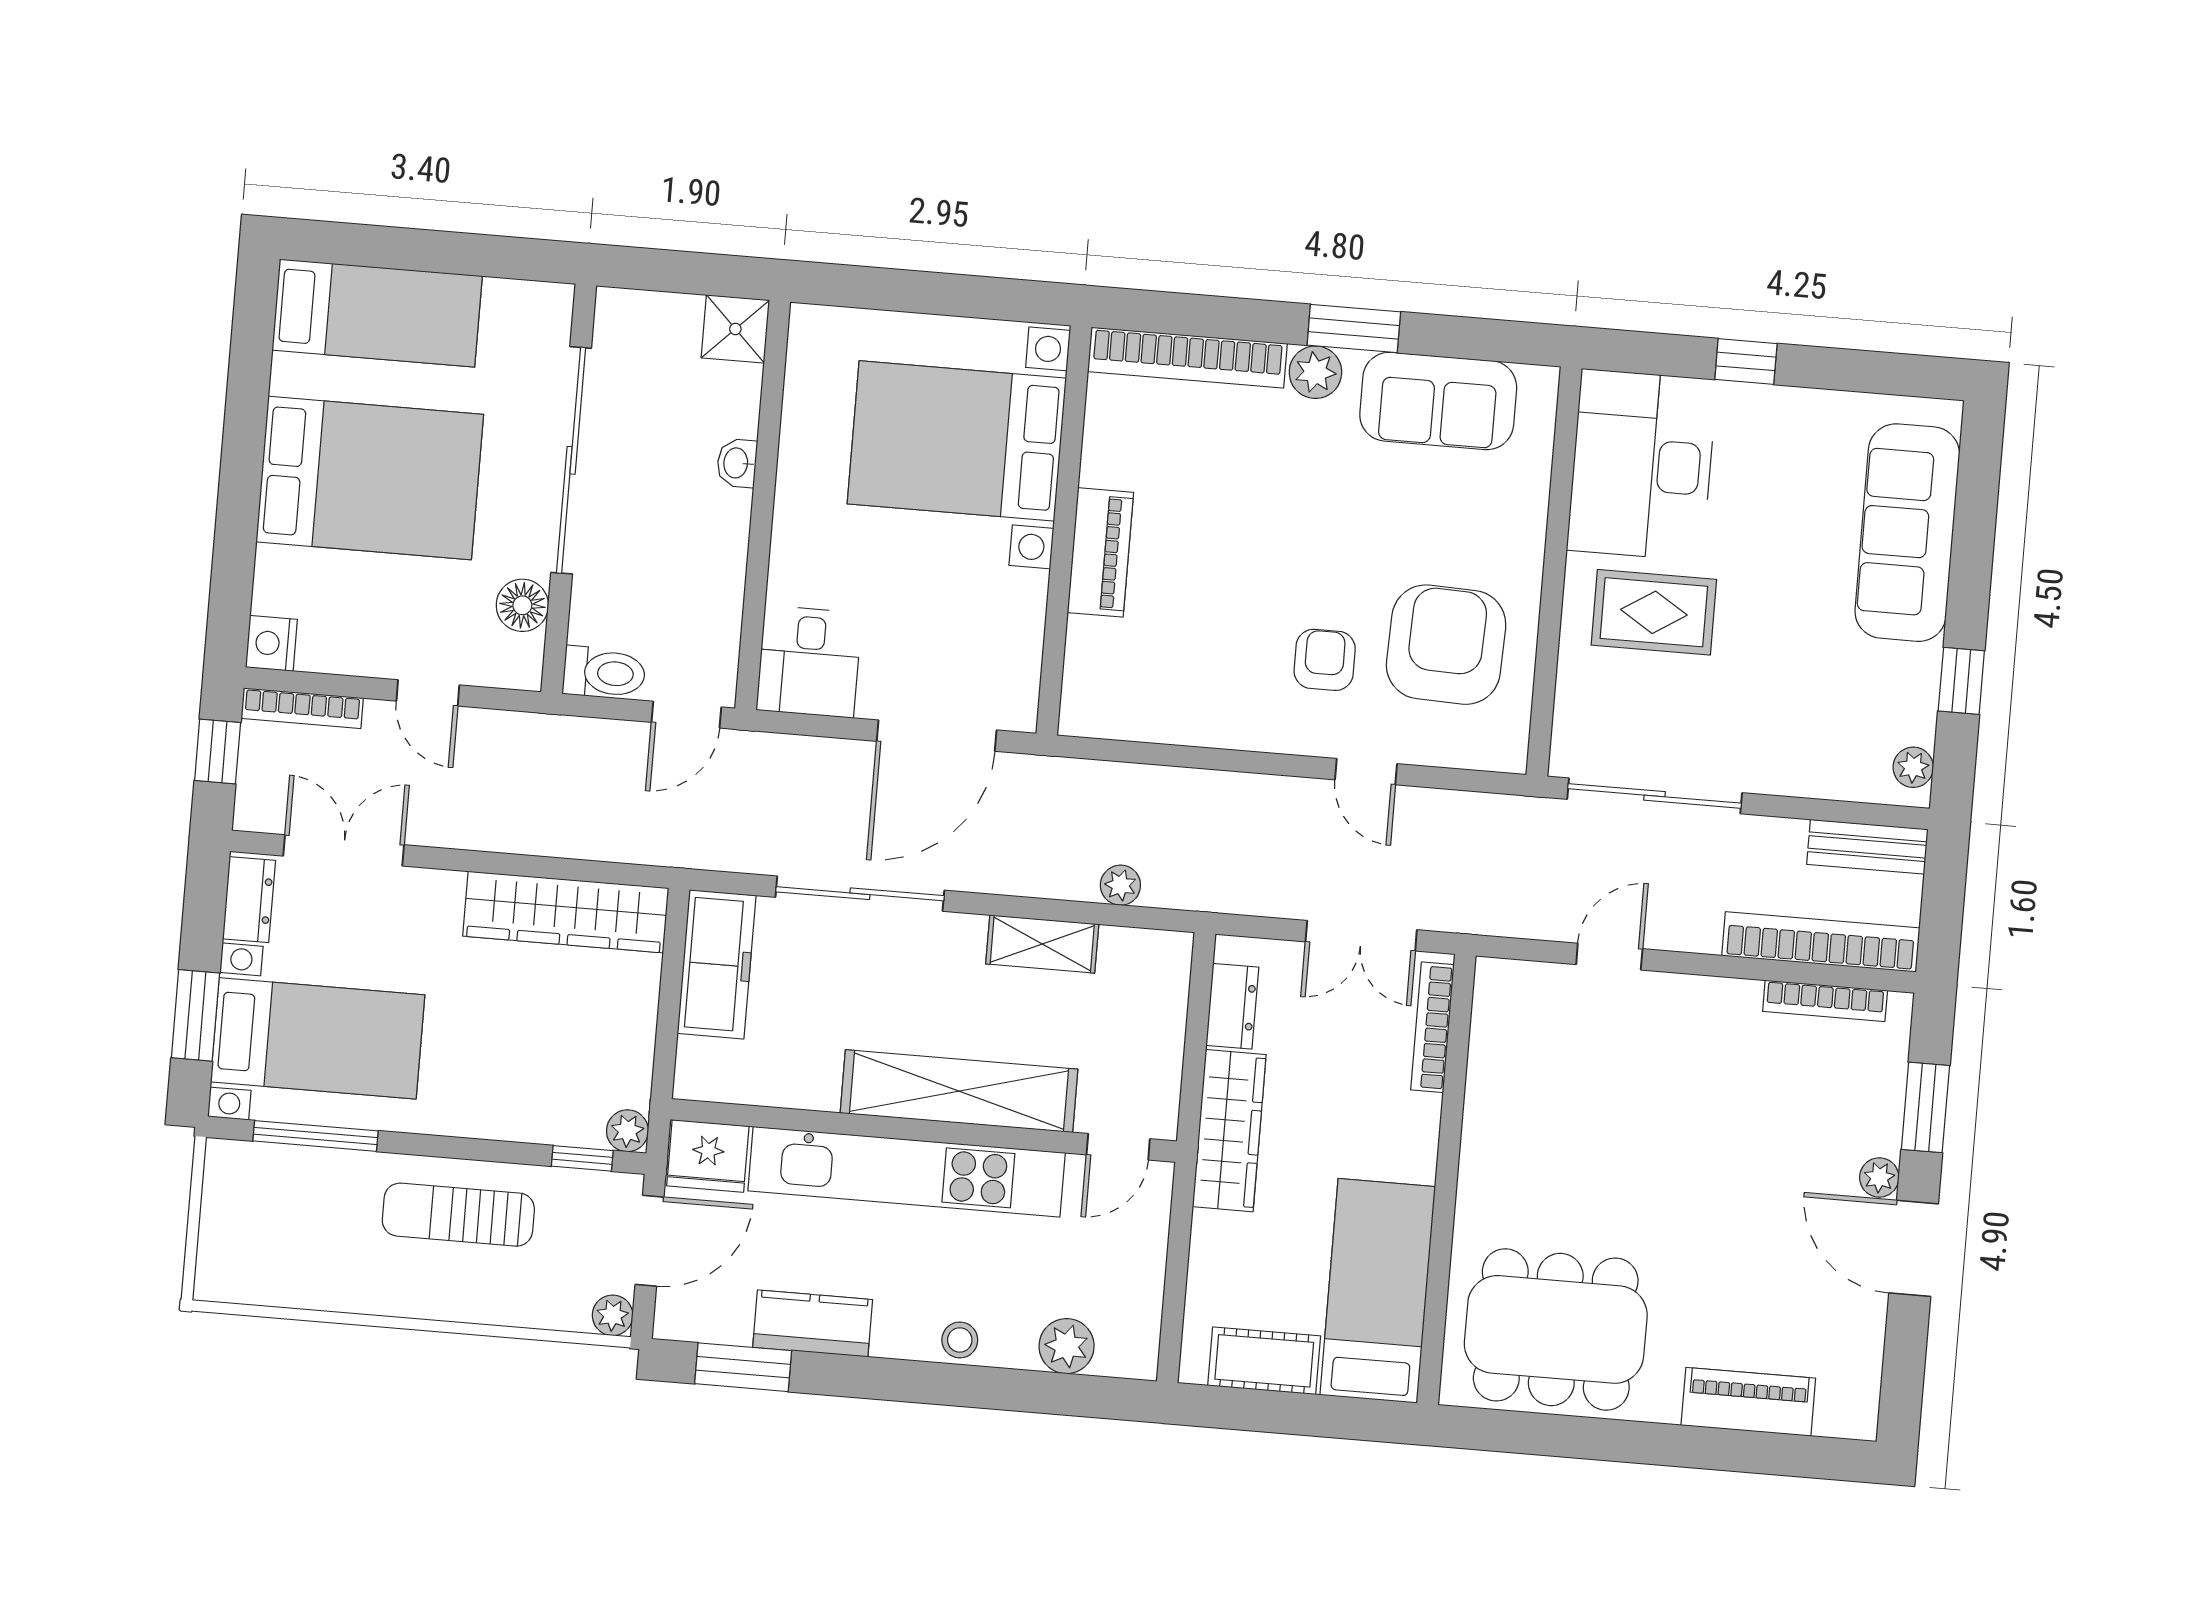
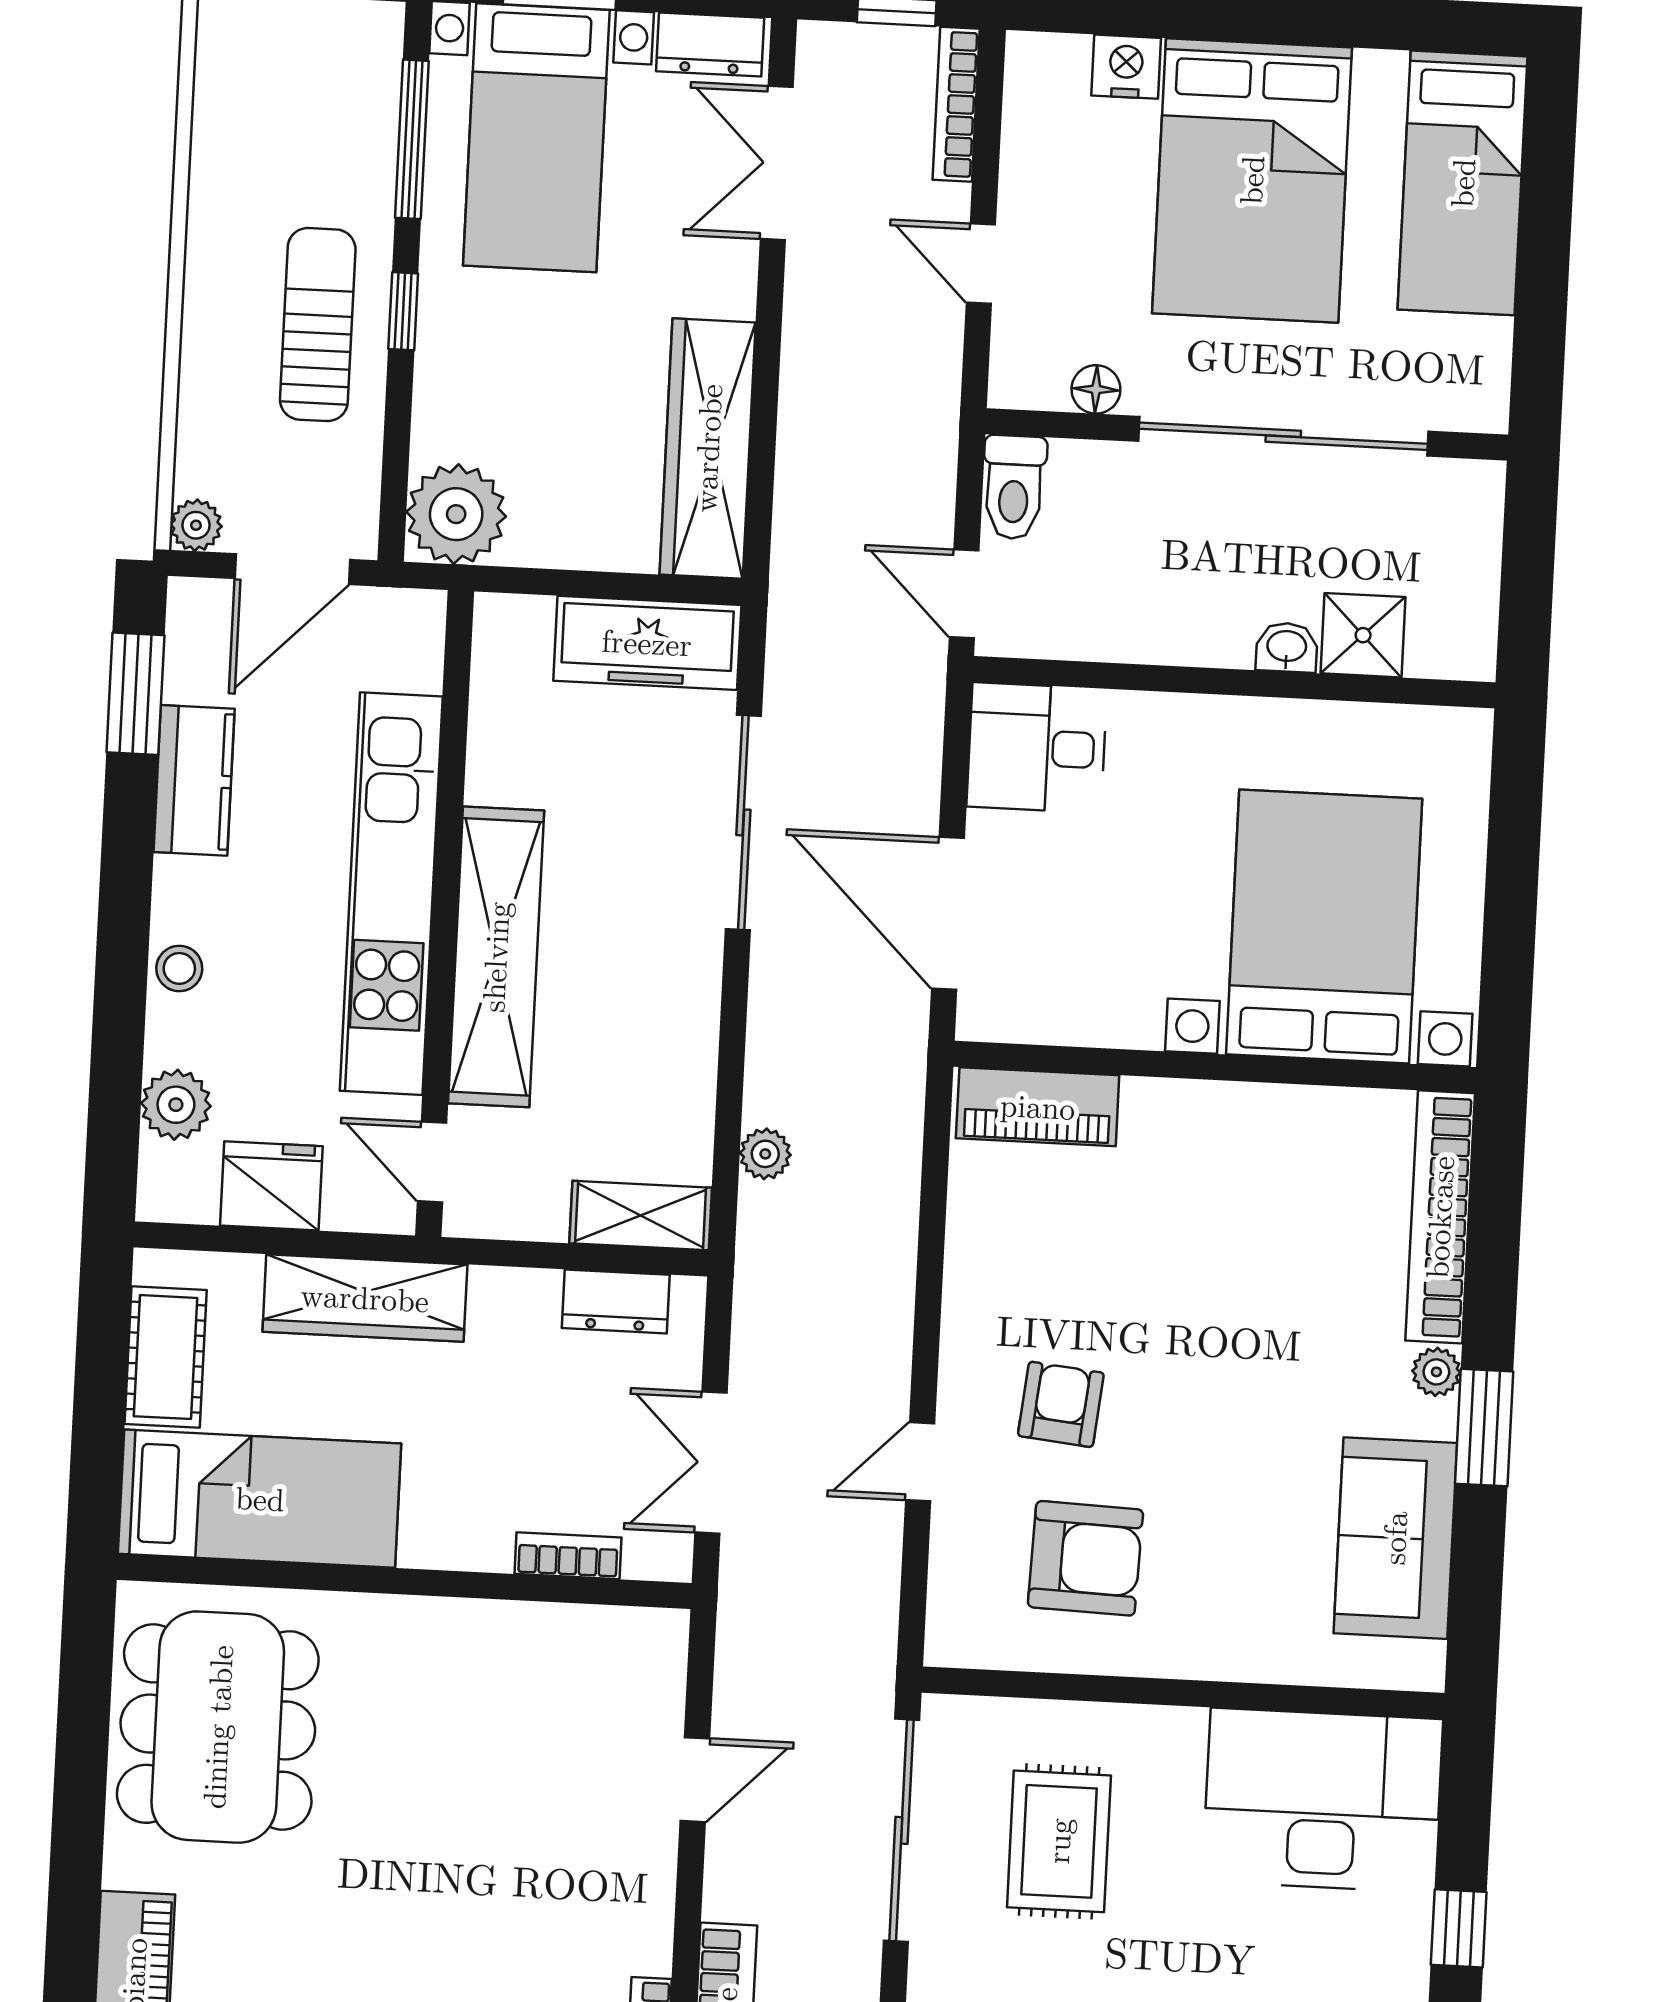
shower: (735, 329) -> (1363, 635), moved
plant: (1315, 372) -> (1436, 1372), width x0.73, depth x0.73
piano: (1100, 552) -> (1038, 1107), moved
floor lamp: (522, 605) -> (1096, 389), width x0.73, depth x0.73
rug: (1654, 612) -> (1059, 1841), moved
nightstand: (271, 643) -> (1126, 67), moved
armchair: (1446, 645) -> (1085, 1558), width x0.73, depth x0.73
armchair: (1325, 660) -> (1061, 1404), turned -84
door: (428, 693) -> (981, 264), hinge flipped
double door: (344, 850) -> (777, 163), swing flipped
shelving: (1042, 944) -> (641, 1216), moved, turned 90
door: (1609, 957) -> (695, 1780), hinge flipped
bookcase: (1432, 1027) -> (568, 1556), width x0.64
plant: (627, 1131) -> (456, 514), width x1.87, depth x1.87
wardrobe: (1229, 1131) -> (365, 1298), moved
fridge: (708, 1156) -> (271, 1186), moved, turned 90
window: (582, 1158) -> (403, 311), moved
door: (649, 1241) -> (292, 569), hinge flipped

